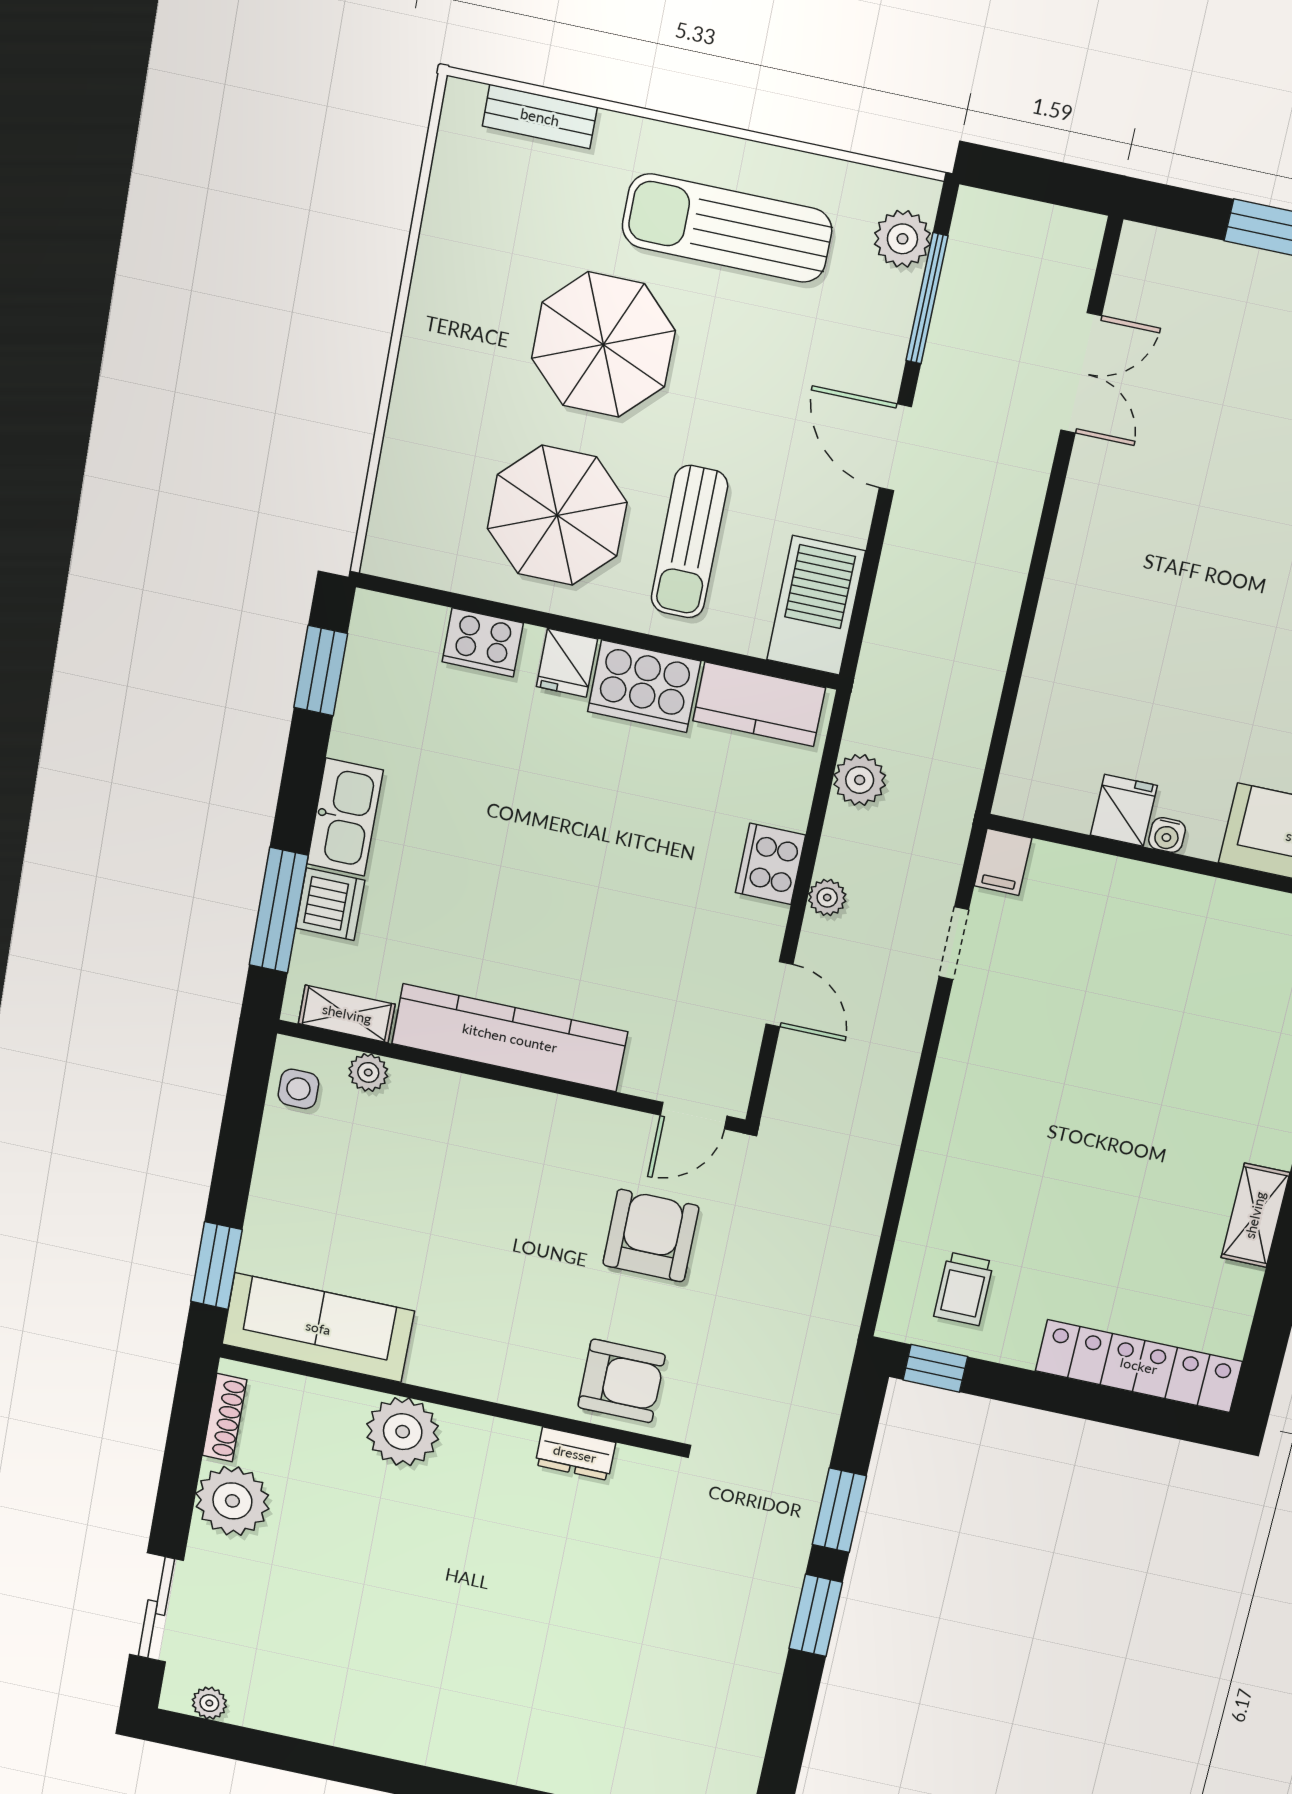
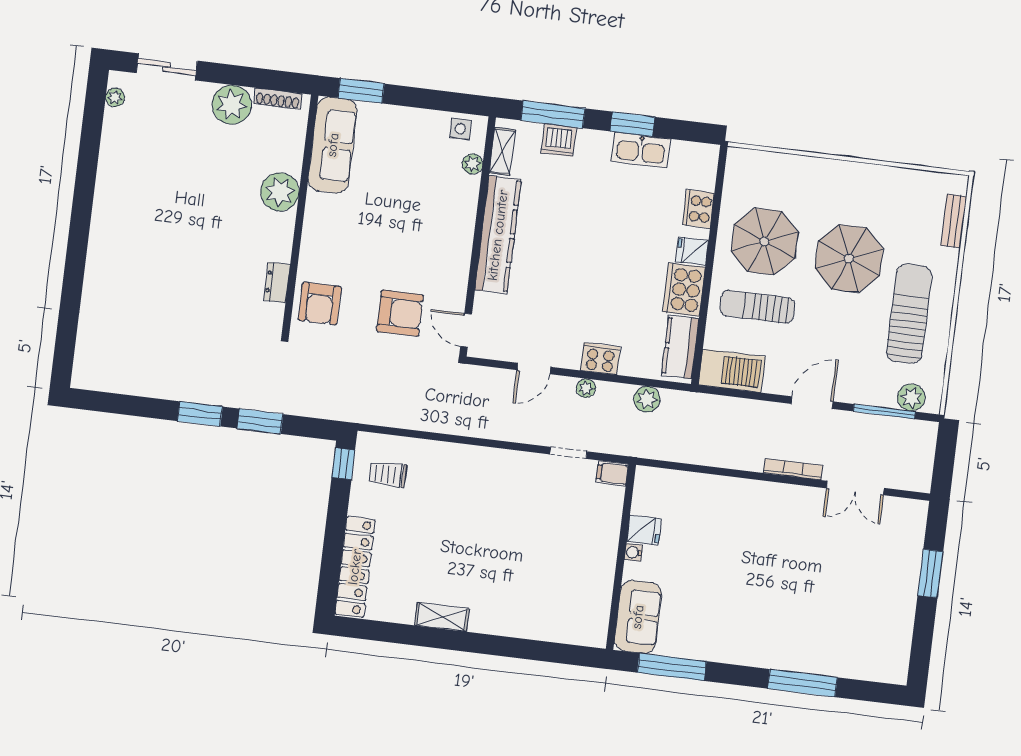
bookcase: (1029, 499) -> (793, 469), added
window: (321, 671) -> (632, 124), moved
kitchen sink: (345, 817) -> (641, 150), moved

